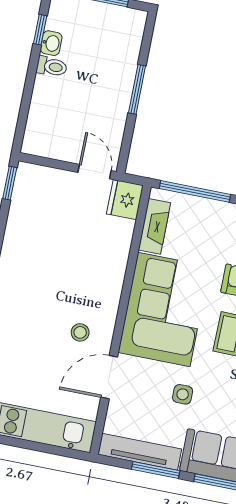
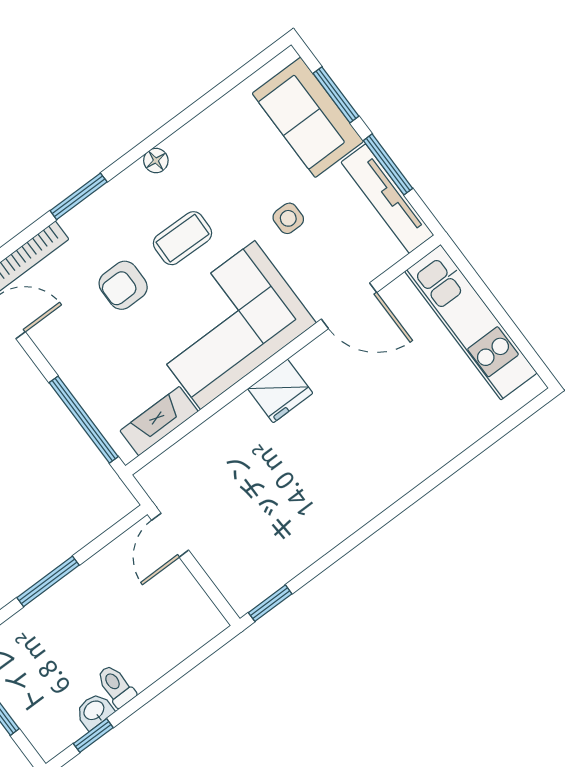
fridge: (125, 200) -> (280, 391), moved
stool: (80, 332) -> (337, 380), removed

